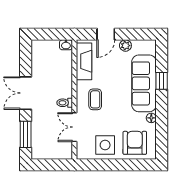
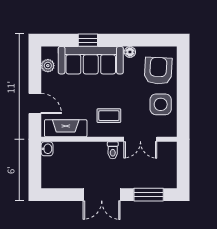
plant: (125, 46) -> (48, 66), moved
armchair: (135, 143) -> (158, 71), turned 93

